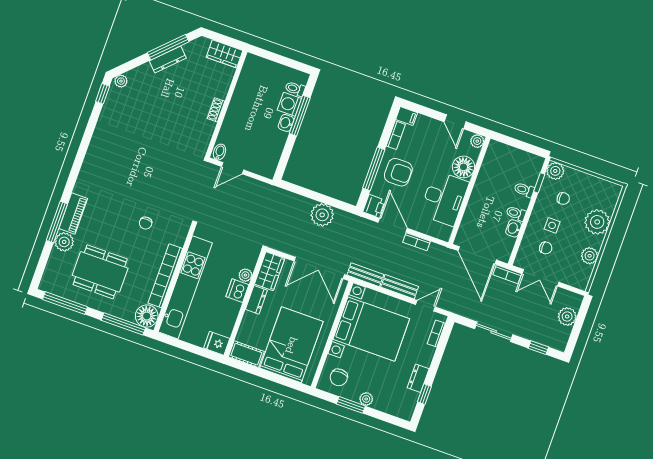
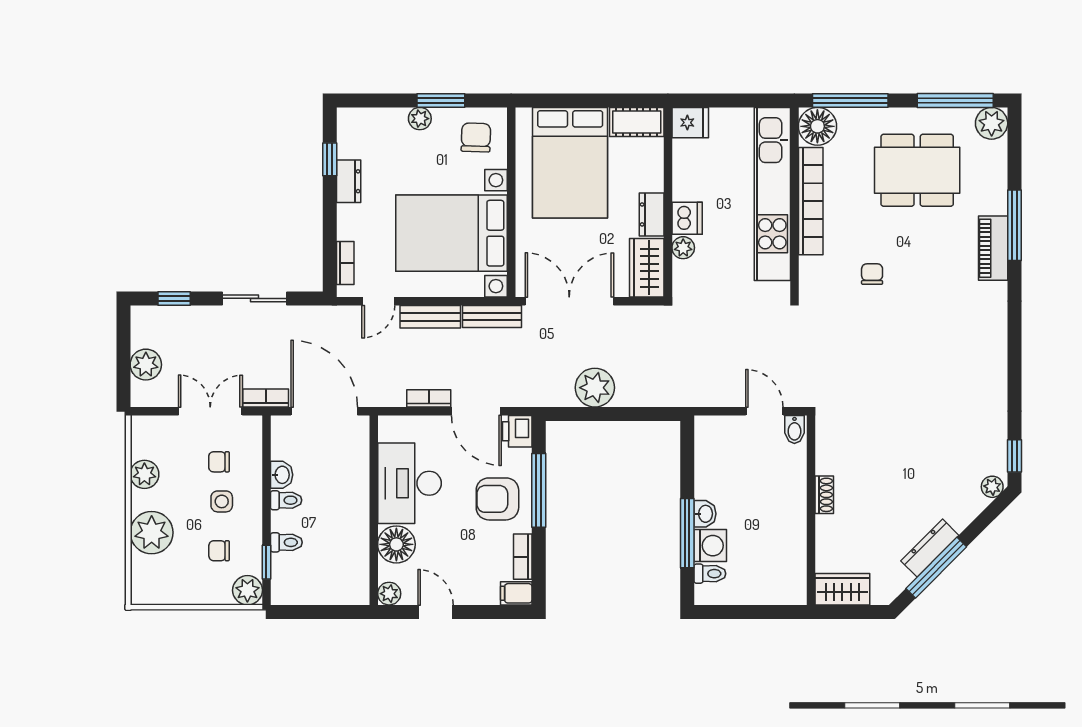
door: (233, 168) -> (764, 411), hinge flipped
plant: (64, 242) -> (992, 123), moved

